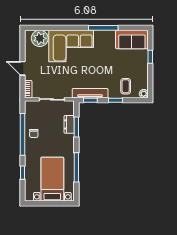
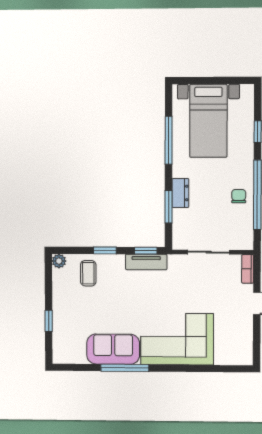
plant: (40, 38) -> (228, 352), removed
sofa: (132, 39) -> (113, 349), moved
tv unit: (90, 93) -> (146, 262), width x0.71
dresser: (69, 124) -> (180, 193), moved

